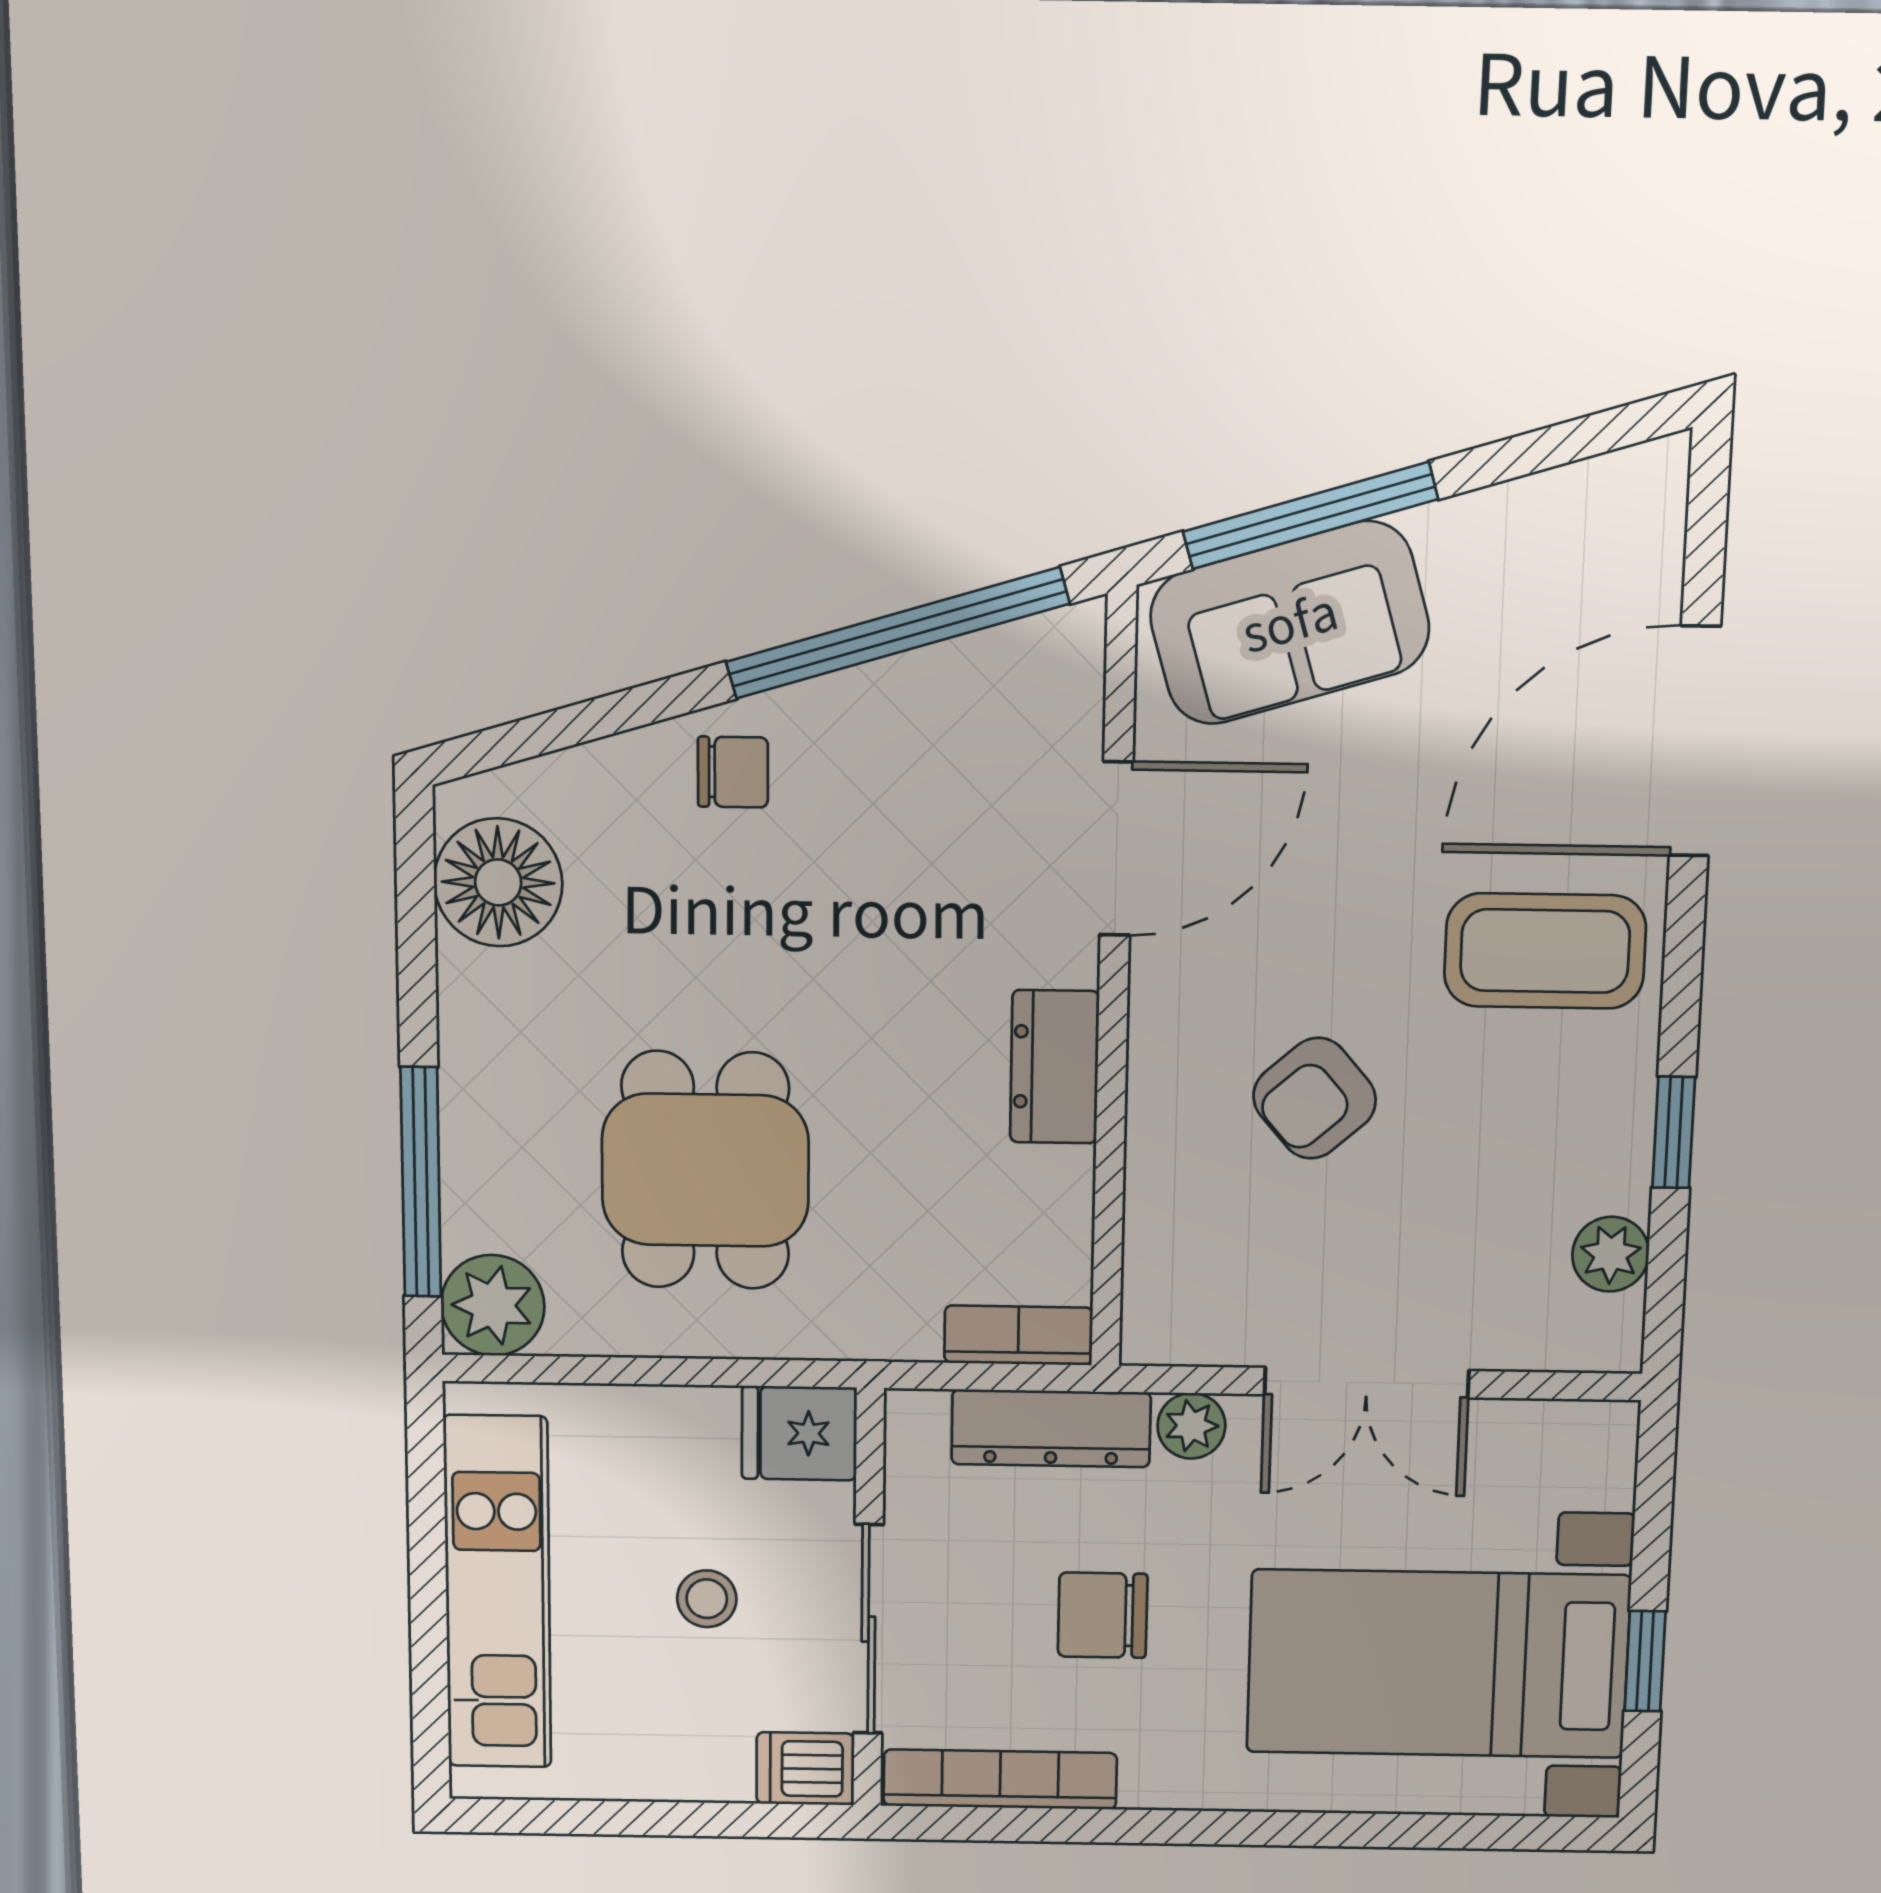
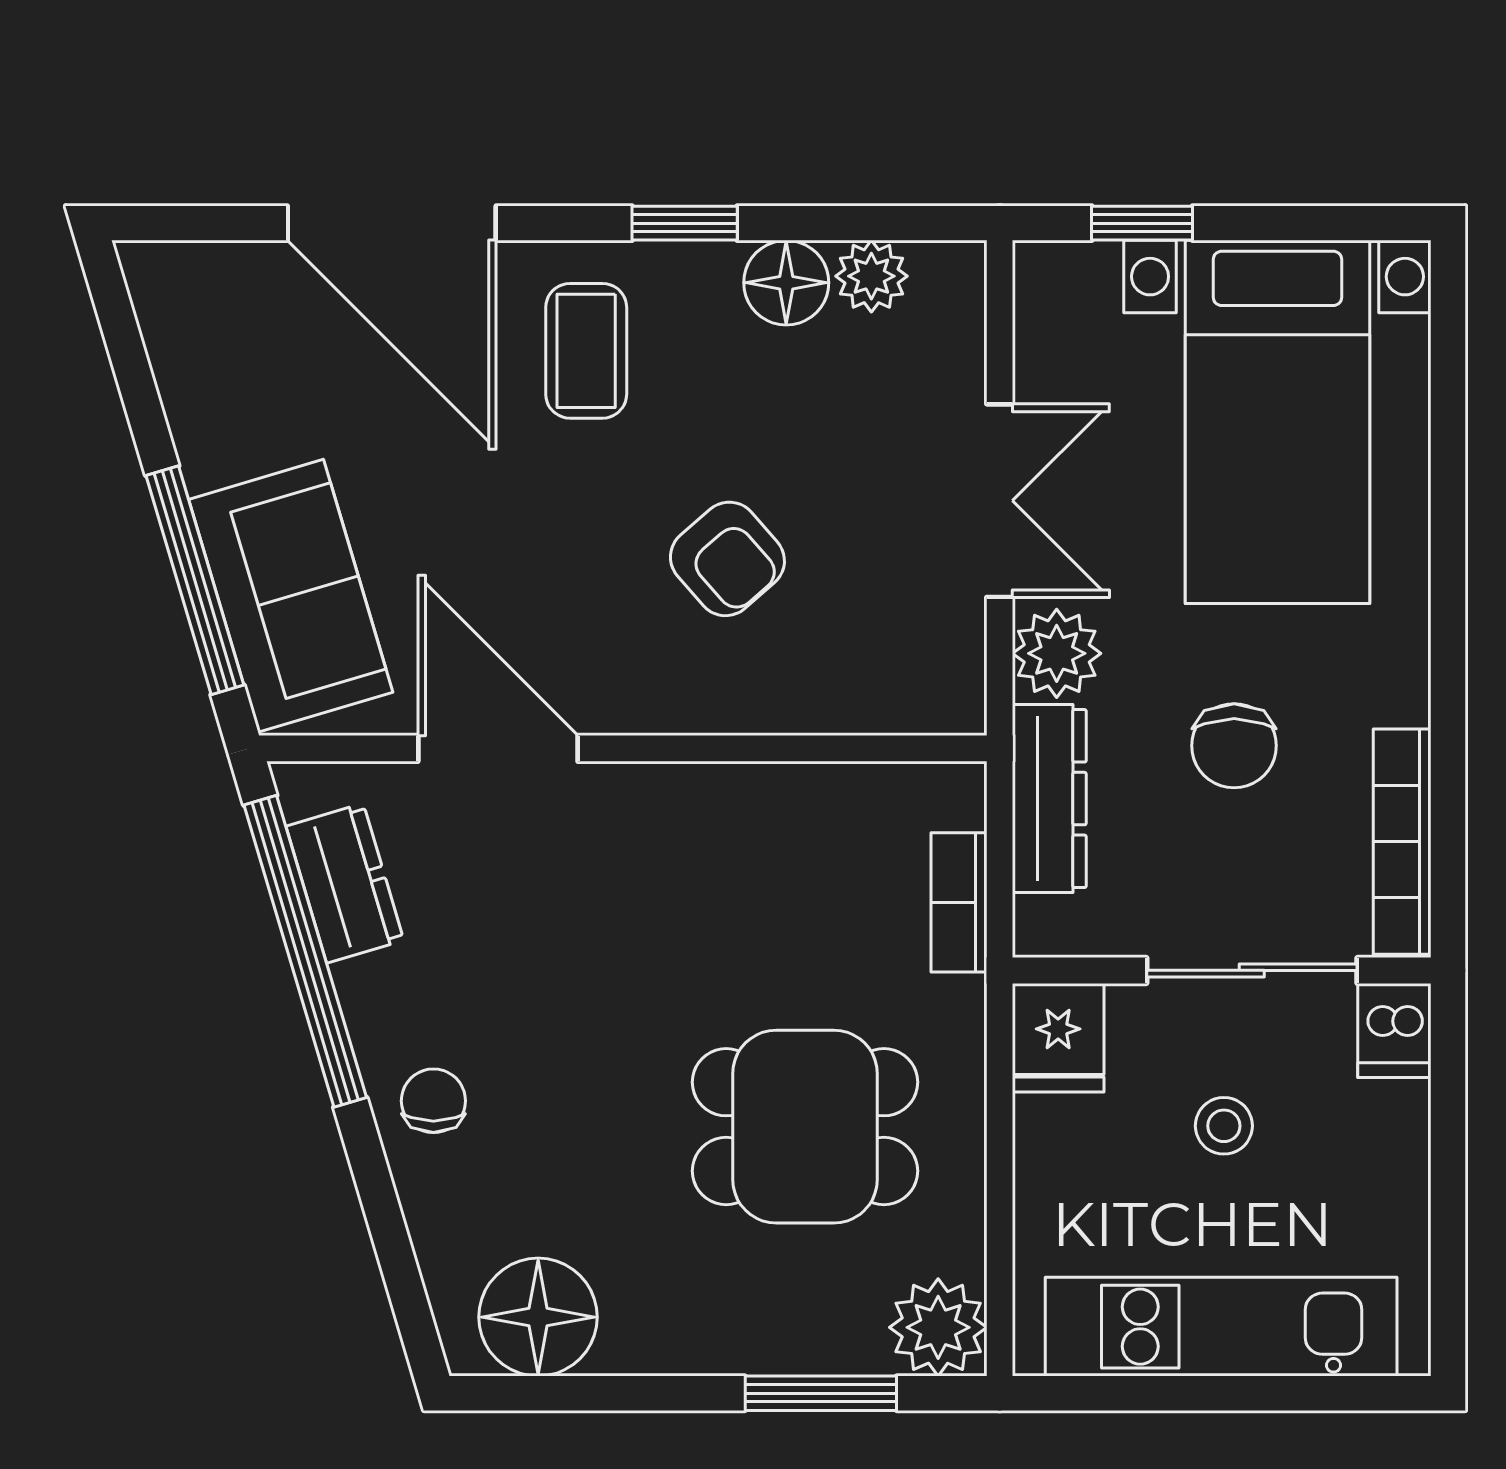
coffee table: (1545, 951) -> (586, 351), width x0.73, depth x0.77
dresser: (1055, 1067) -> (345, 883), moved, turned -107
window: (1674, 1132) -> (685, 223), moved
floor lamp: (1608, 1165) -> (786, 283), added
window: (421, 1182) -> (821, 1393), width x0.69
bookcase: (1018, 1335) -> (959, 902), moved
plant: (1191, 1426) -> (1057, 653), width x1.38, depth x1.38
window: (1645, 1661) -> (1142, 223), moved

